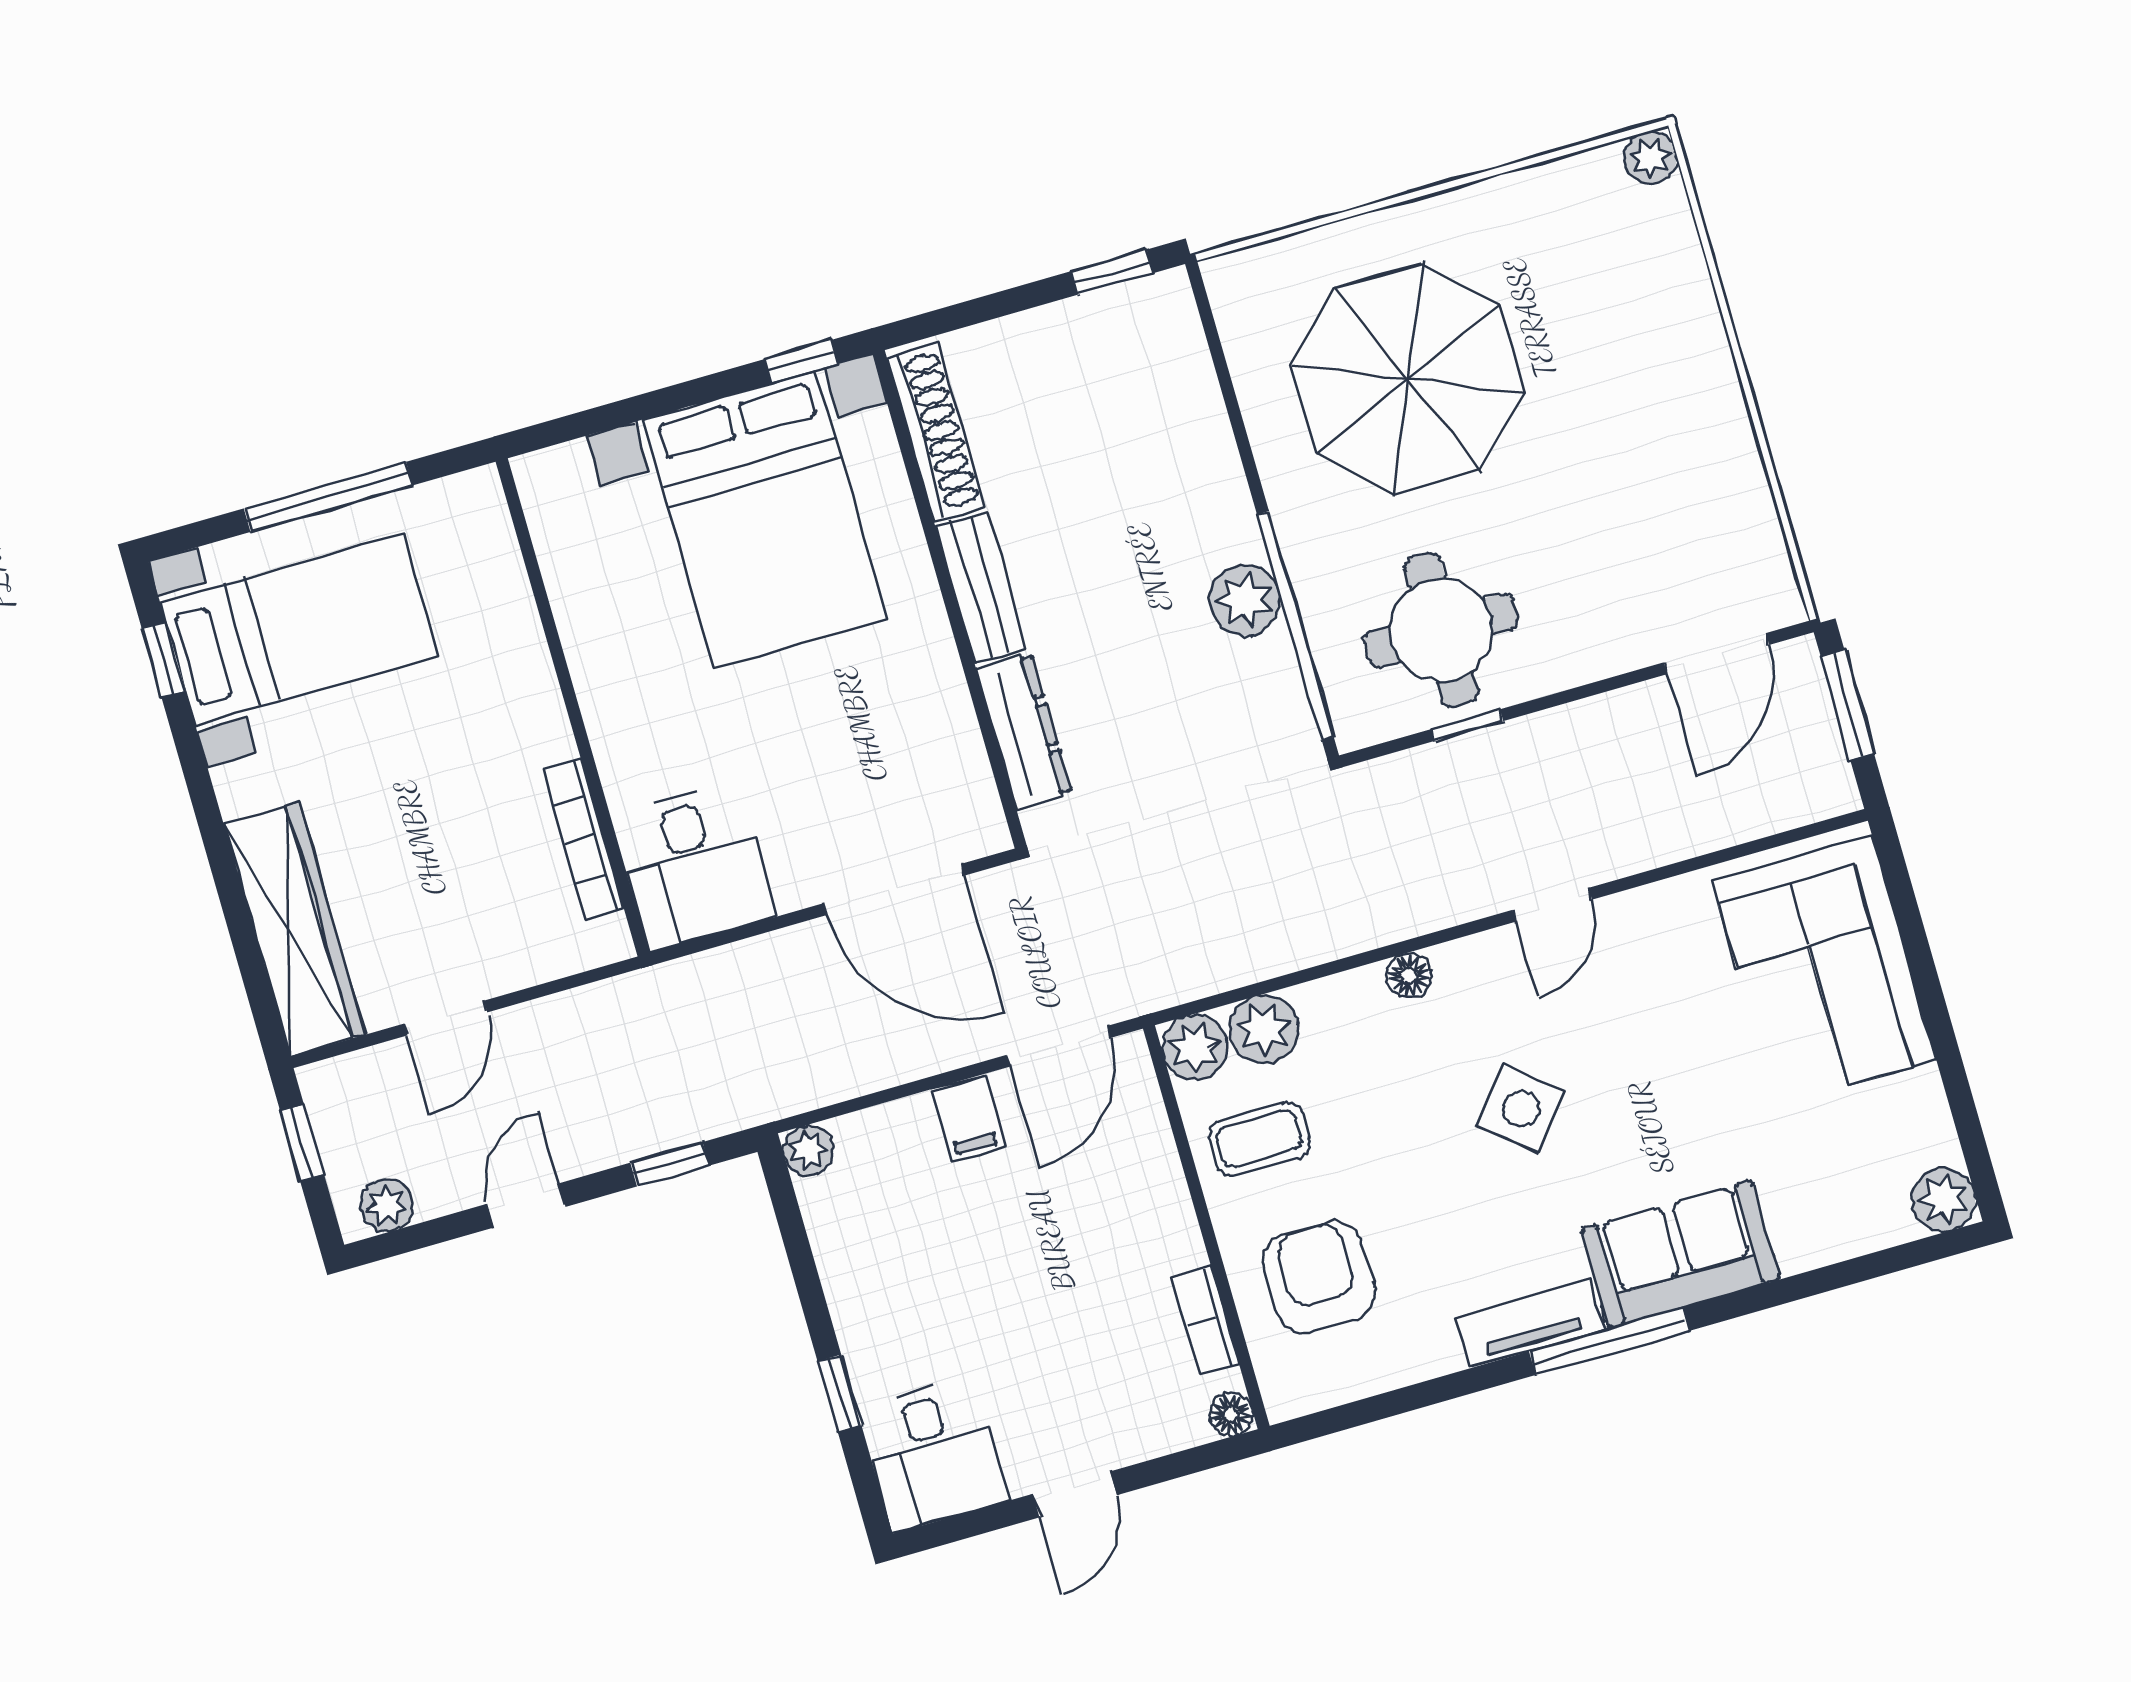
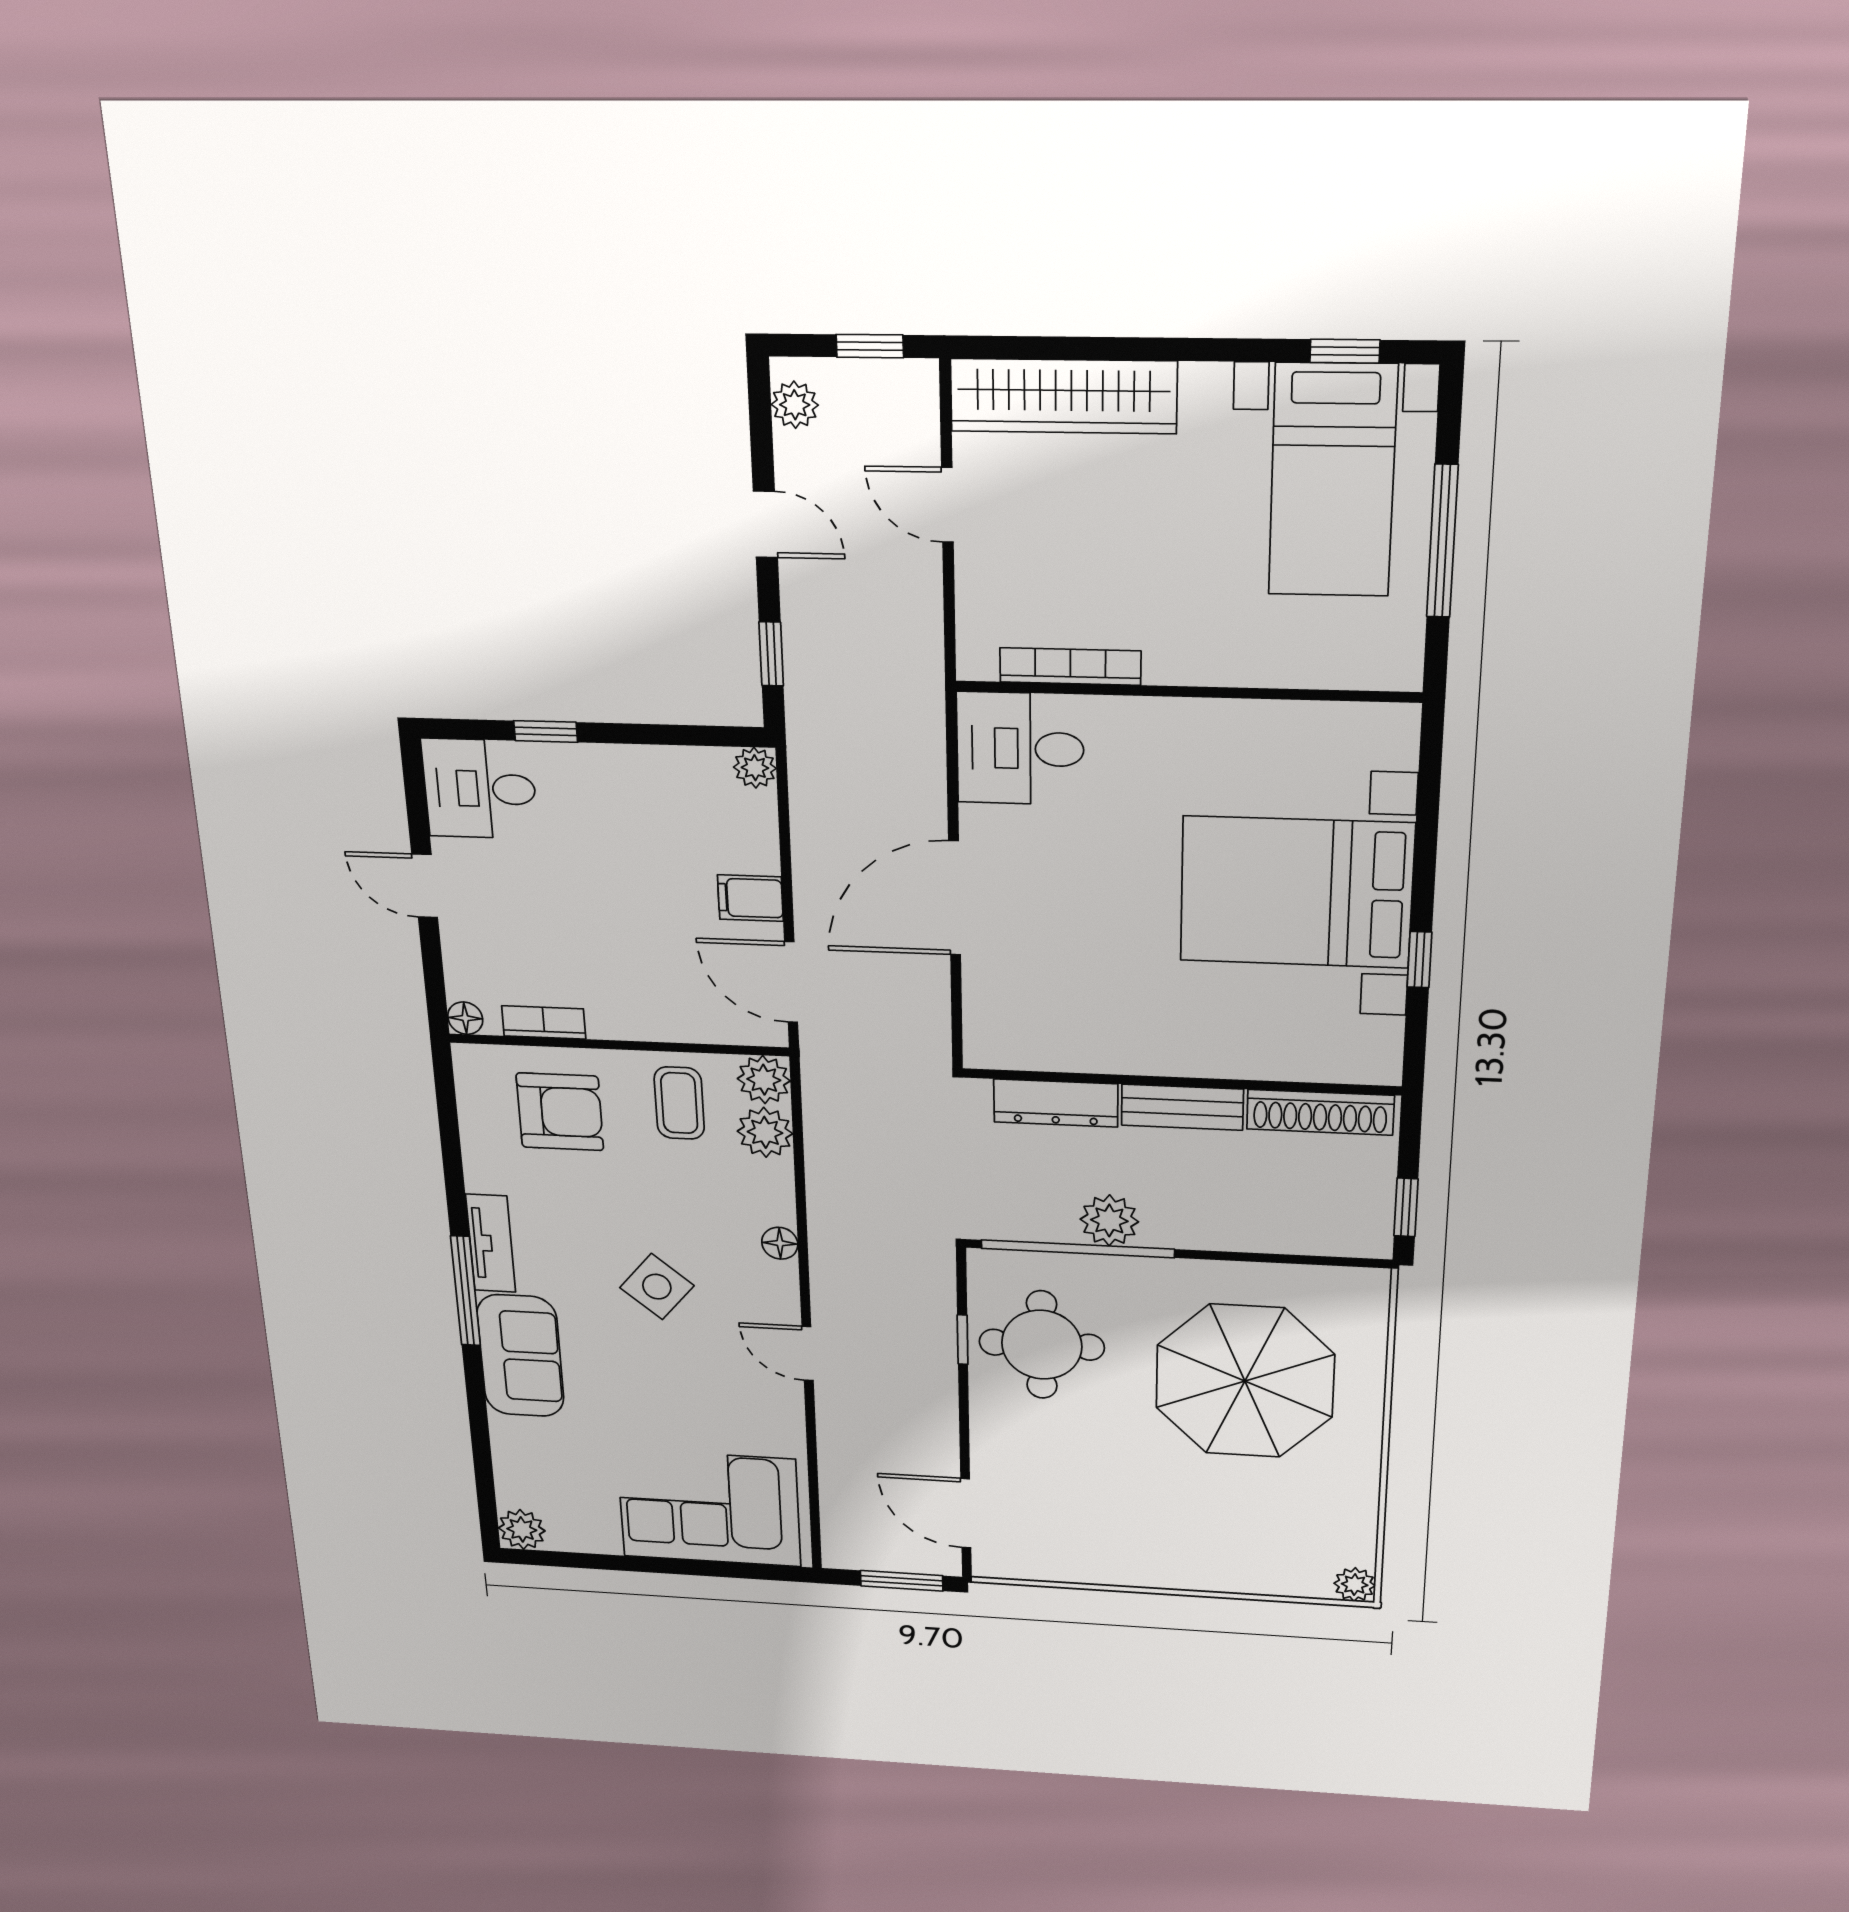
shoe rack: (936, 432) -> (1320, 1112), moved
bench: (981, 587) -> (1182, 1107), moved
wall: (950, 599) -> (1180, 1082), moved
dresser: (1024, 731) -> (1056, 1103), moved

